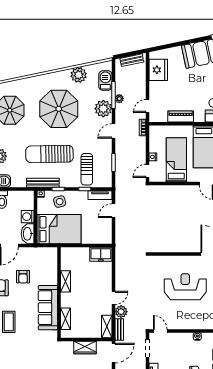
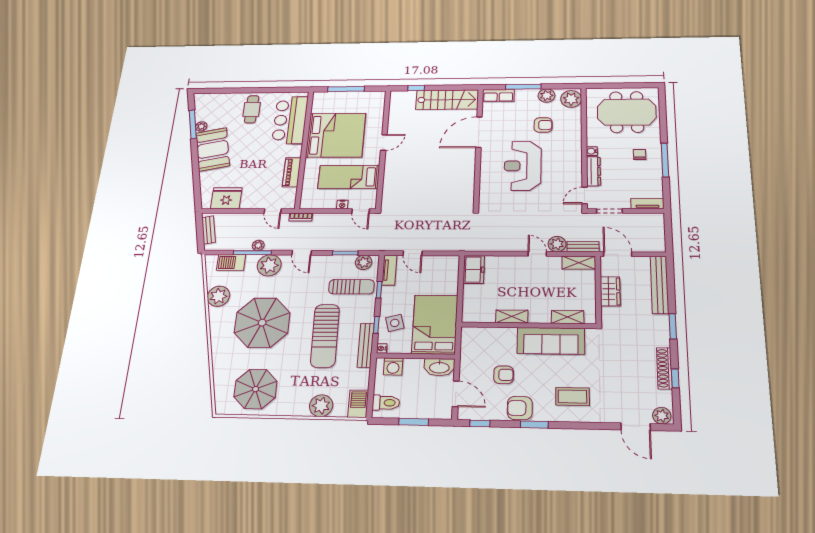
plant: (106, 176) -> (364, 262), added
washing machine: (28, 217) -> (393, 366), moved
dresser: (180, 337) -> (593, 171), added

